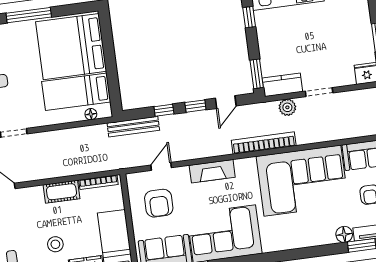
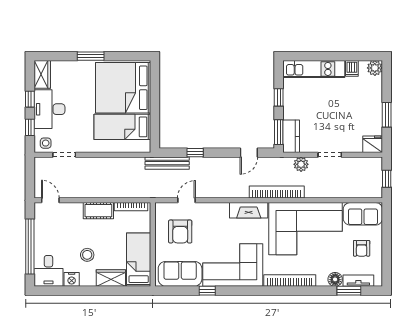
window: (29, 15) -> (91, 56), width x0.69
window: (249, 17) -> (279, 97), moved
kitchen counter: (282, 85) -> (291, 136), moved, turned 90
window: (195, 106) -> (223, 153), removed
floor lamp: (91, 114) -> (132, 148), removed
fireplace: (212, 171) -> (249, 210), moved
bookcase: (292, 243) -> (290, 281), added

